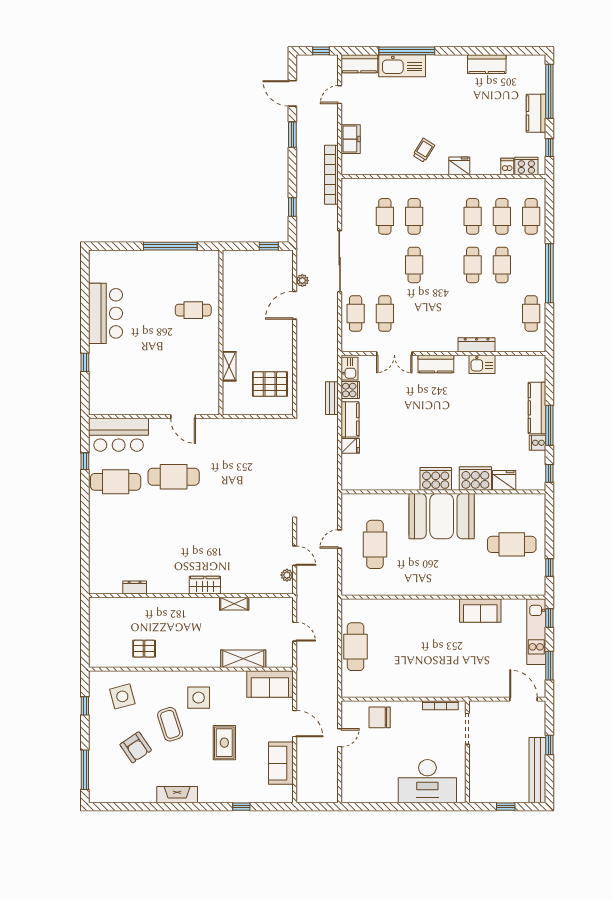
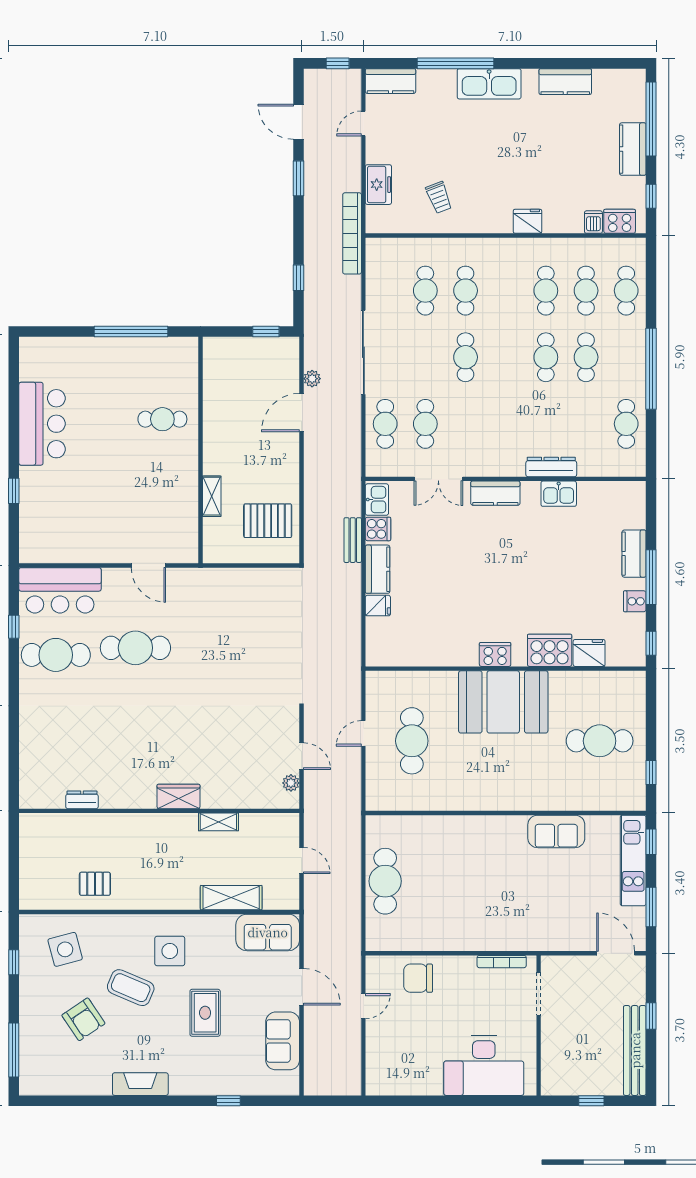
kitchen sink: (402, 66) -> (489, 84), moved
trolley: (424, 150) -> (439, 197), moved, turned 127
kitchen counter: (537, 408) -> (634, 554), width x0.67
cooker: (436, 479) -> (495, 654), width x0.73, depth x0.76
coffee table: (170, 724) -> (131, 988), turned -49

